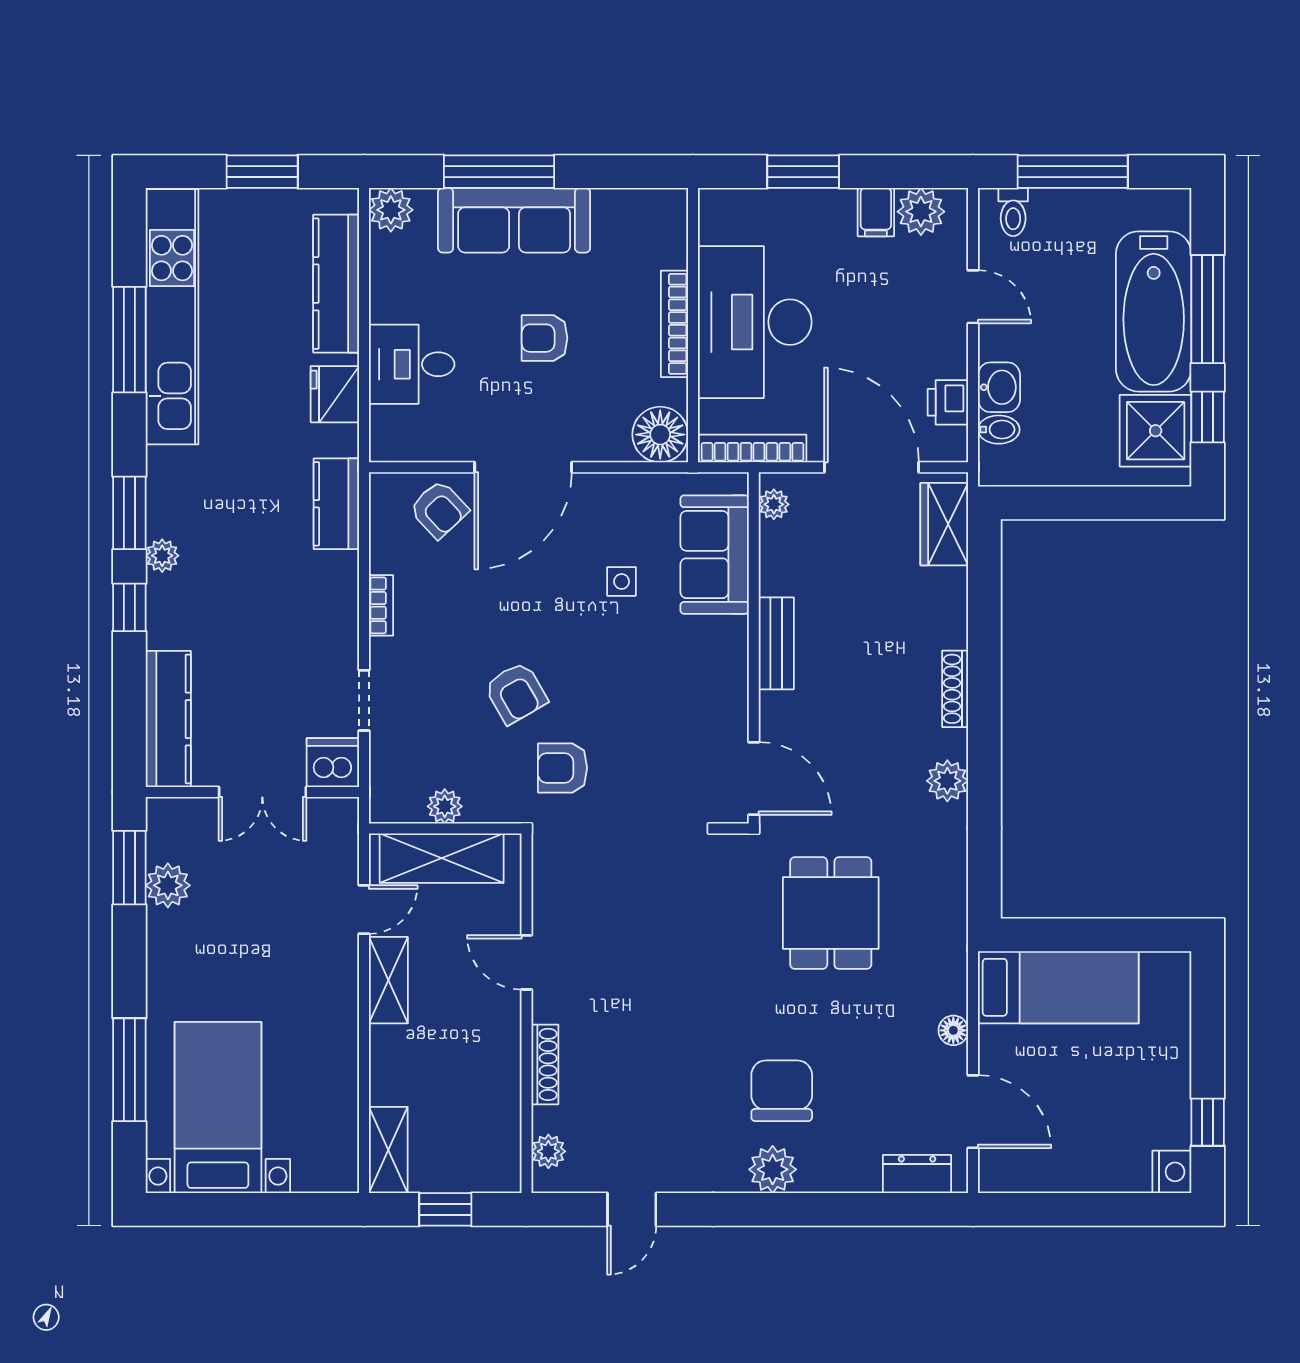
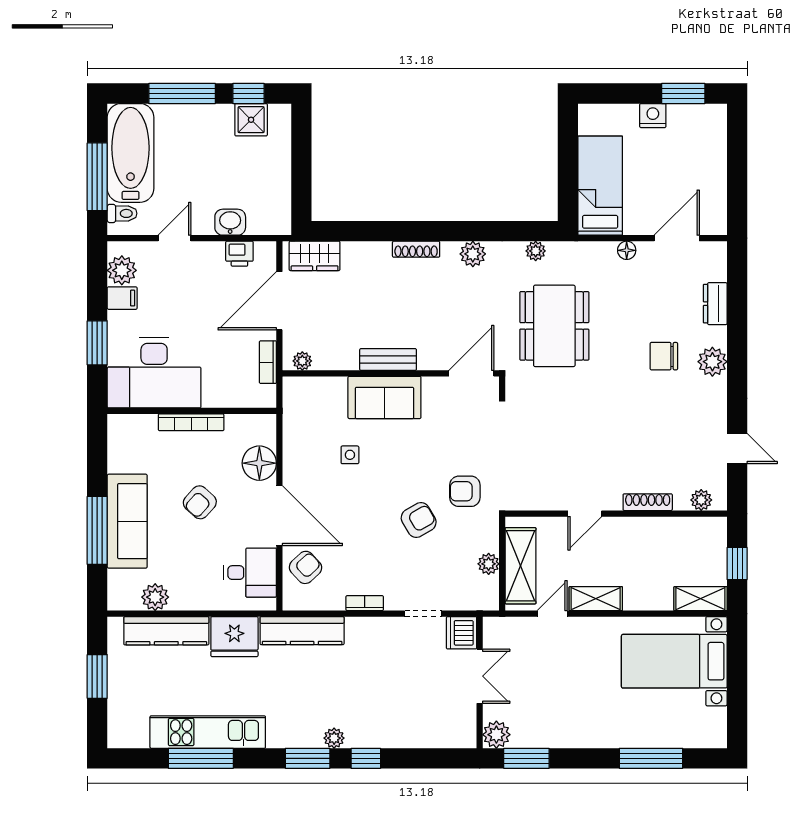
plant: (391, 210) -> (155, 597), moved
bathtub: (1154, 311) -> (131, 153), moved, turned -90
kitchen unit: (172, 317) -> (208, 732), width x0.73
desk: (755, 322) -> (154, 373), moved
armchair: (545, 338) -> (200, 502), turned 42
desk: (412, 364) -> (250, 573), moved, turned -90
fridge: (335, 394) -> (234, 637), width x1.36, depth x1.34
bidet: (999, 430) -> (256, 222), removed
shower: (1156, 431) -> (251, 120), width x0.73, depth x0.73
floor lamp: (660, 435) -> (259, 463), moved
bookcase: (752, 448) -> (268, 362), width x0.64
kitchen counter: (336, 504) -> (302, 631), width x1.50
sofa: (715, 555) -> (384, 397), moved
kitchen counter: (168, 719) -> (435, 734), removed
armchair: (563, 768) -> (465, 491), turned 90
plant: (952, 883) -> (536, 251), added
plant: (168, 885) -> (496, 735), moved
door: (364, 910) -> (552, 614), hinge flipped
dining table: (831, 913) -> (554, 326), width x1.38
chair: (782, 1091) -> (664, 356), width x0.73, depth x0.73
bed with nightstands: (218, 1108) -> (674, 661), moved
window: (1208, 1122) -> (683, 93), width x1.50
nightstand: (1172, 1172) -> (653, 116), moved
dresser: (917, 1174) -> (715, 304), moved

